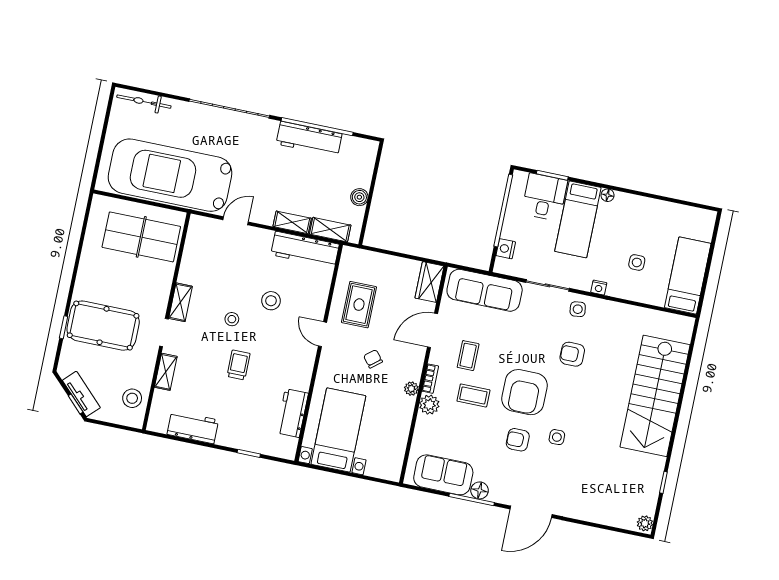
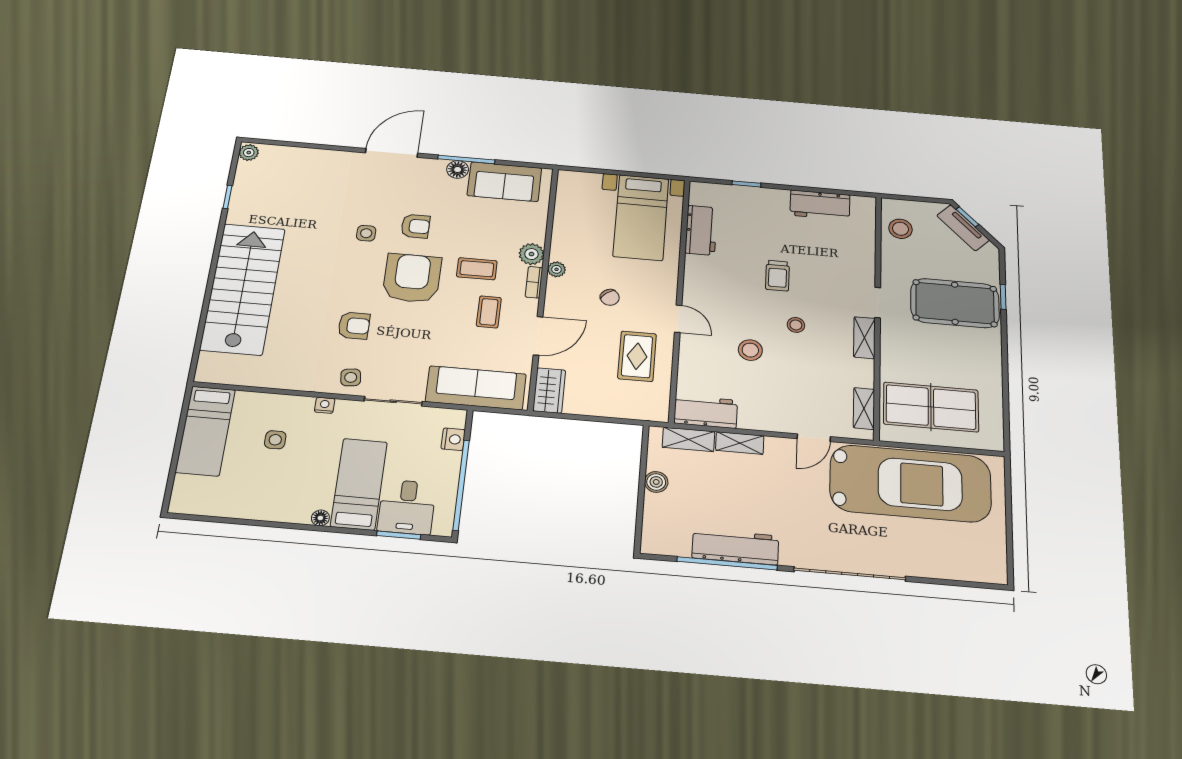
bicycle: (144, 102) -> (966, 570), removed
workbench: (305, 250) -> (706, 412), width x0.73
shelving: (166, 372) -> (864, 408), moved

